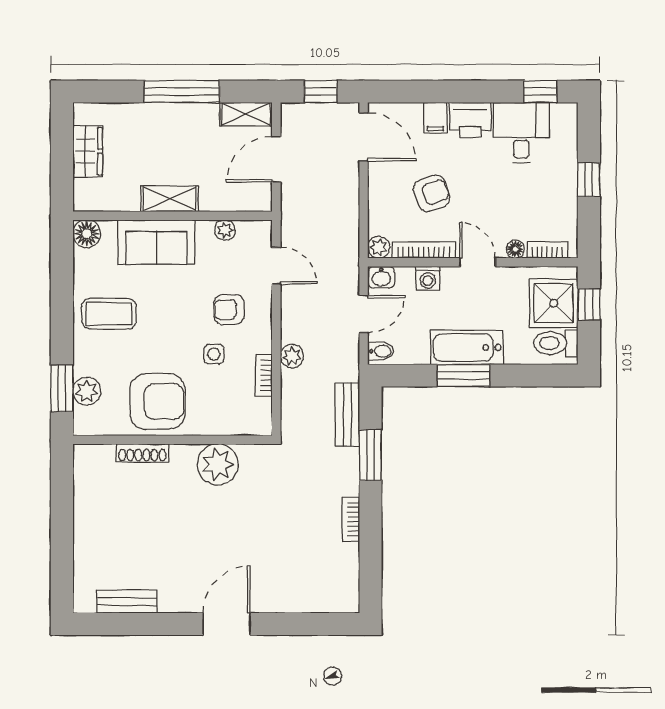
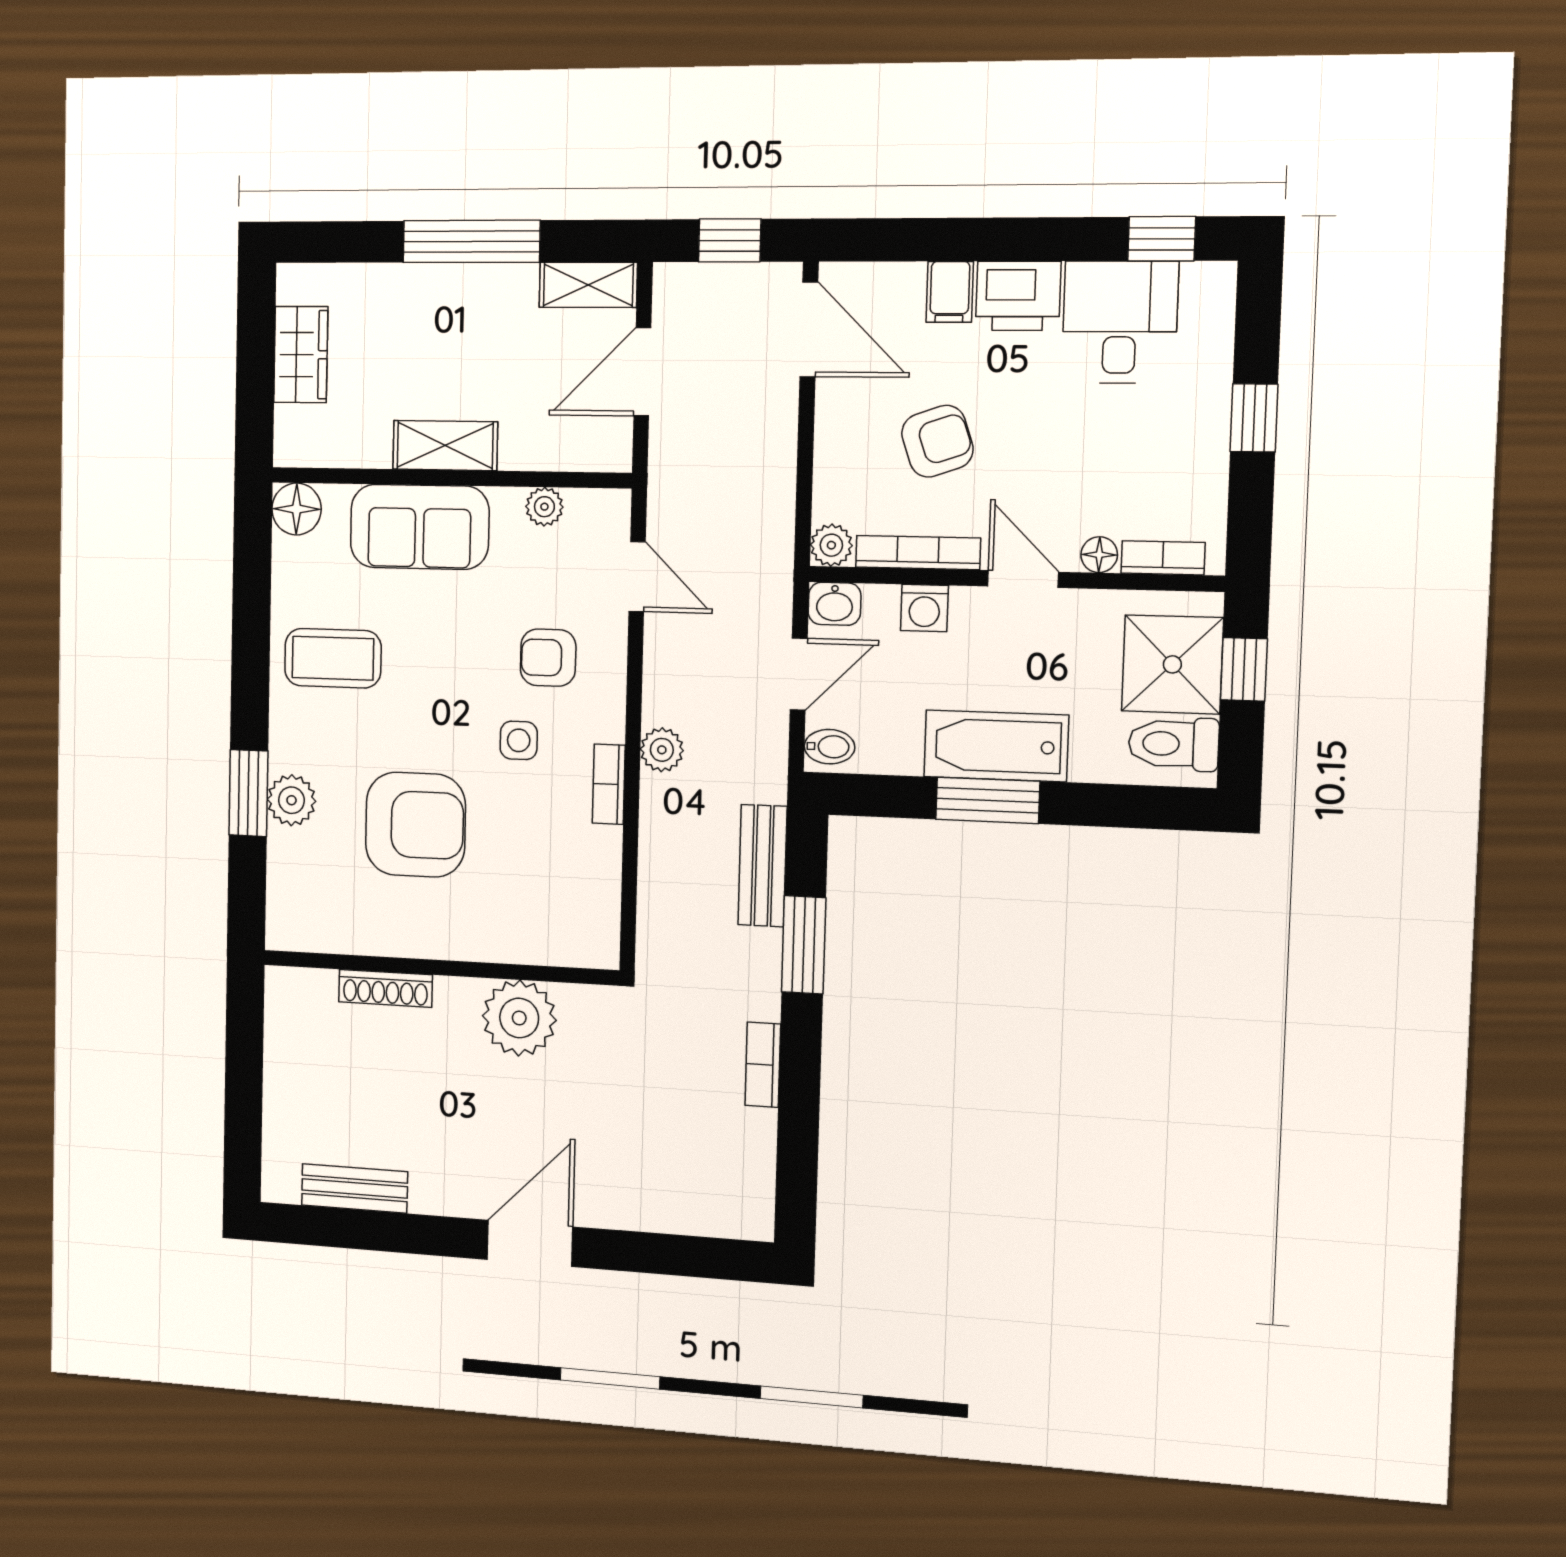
wall: (172, 440) -> (439, 968), moved
shoe rack: (142, 453) -> (385, 988), moved
plant: (218, 464) -> (519, 1018), moved

